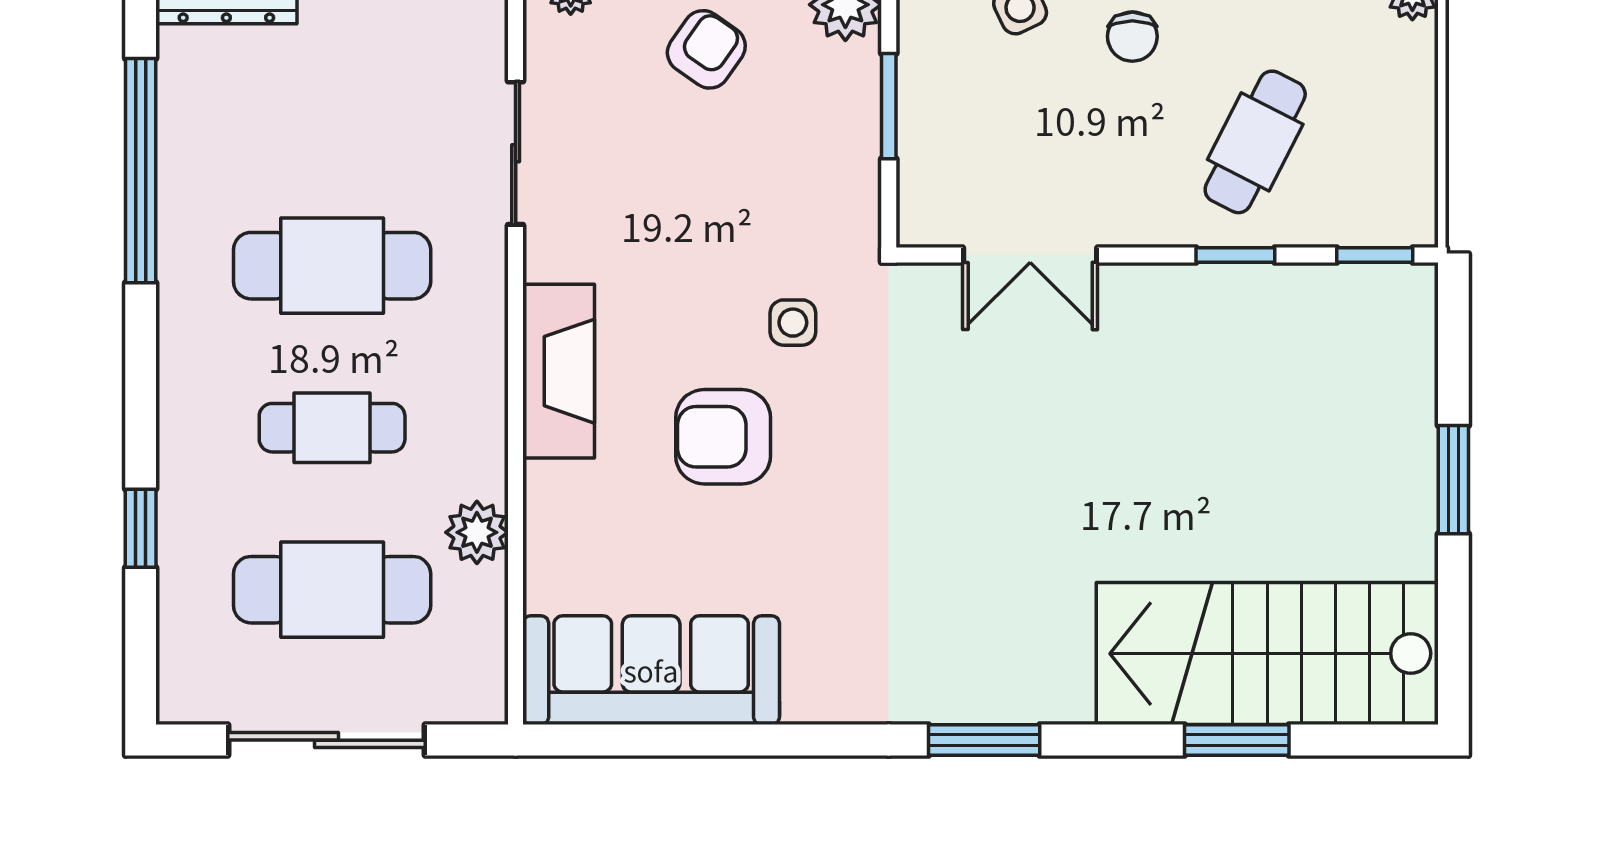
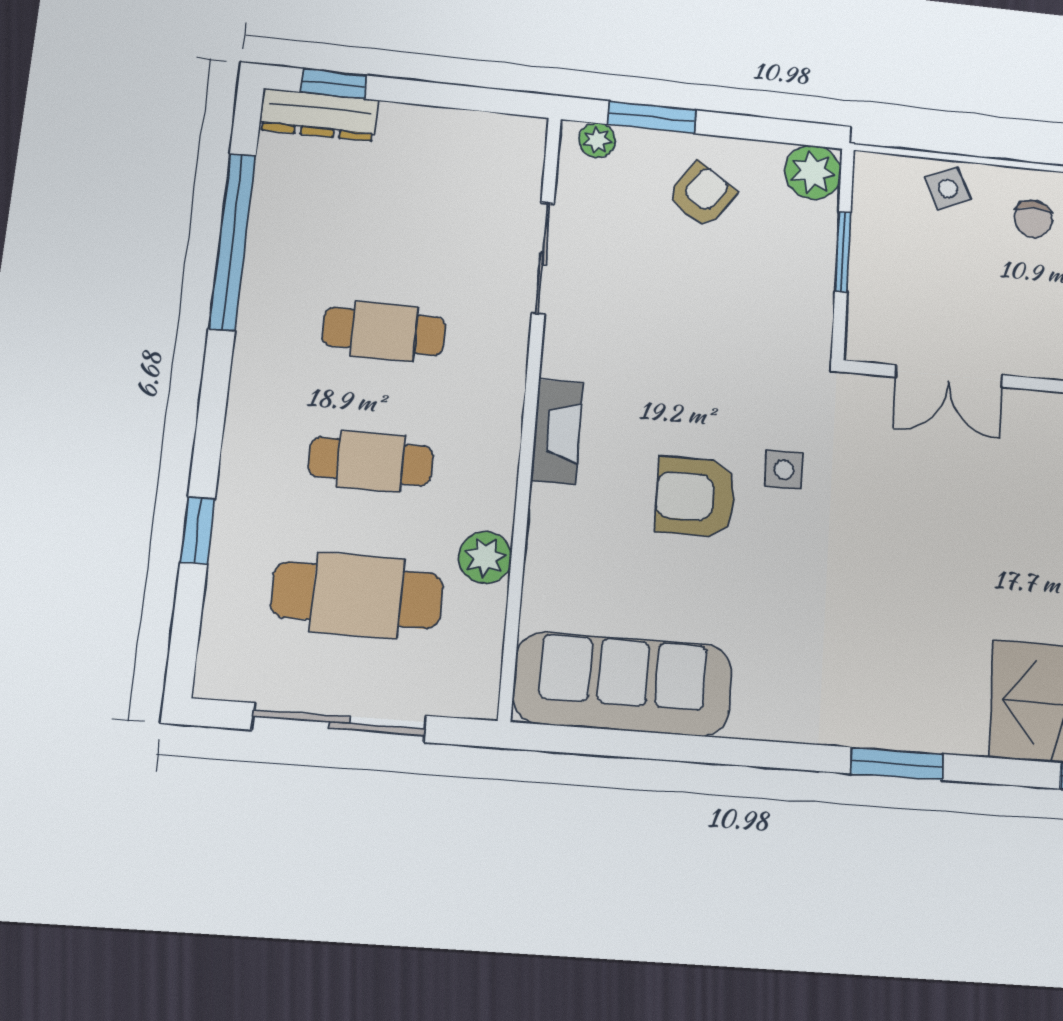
cafe table: (332, 266) -> (384, 331), width x0.73, depth x0.74
side table: (793, 323) -> (784, 470), moved
fireplace: (559, 371) -> (557, 432), width x0.73, depth x0.76

